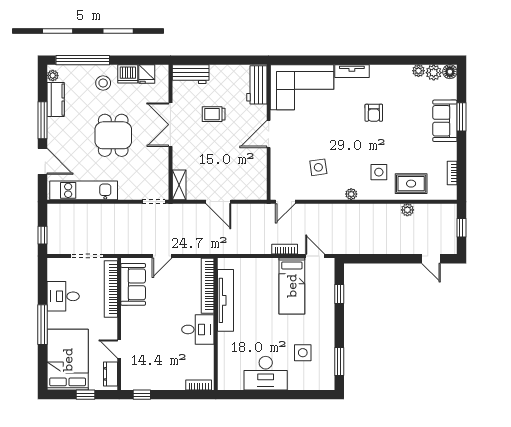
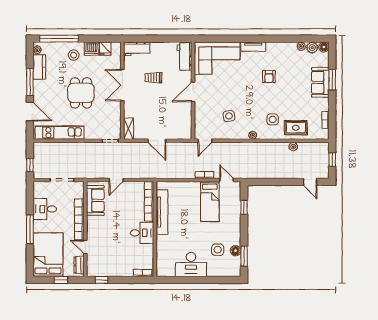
bookcase: (111, 289) -> (79, 219), moved
floor lamp: (327, 354) -> (236, 251), added

